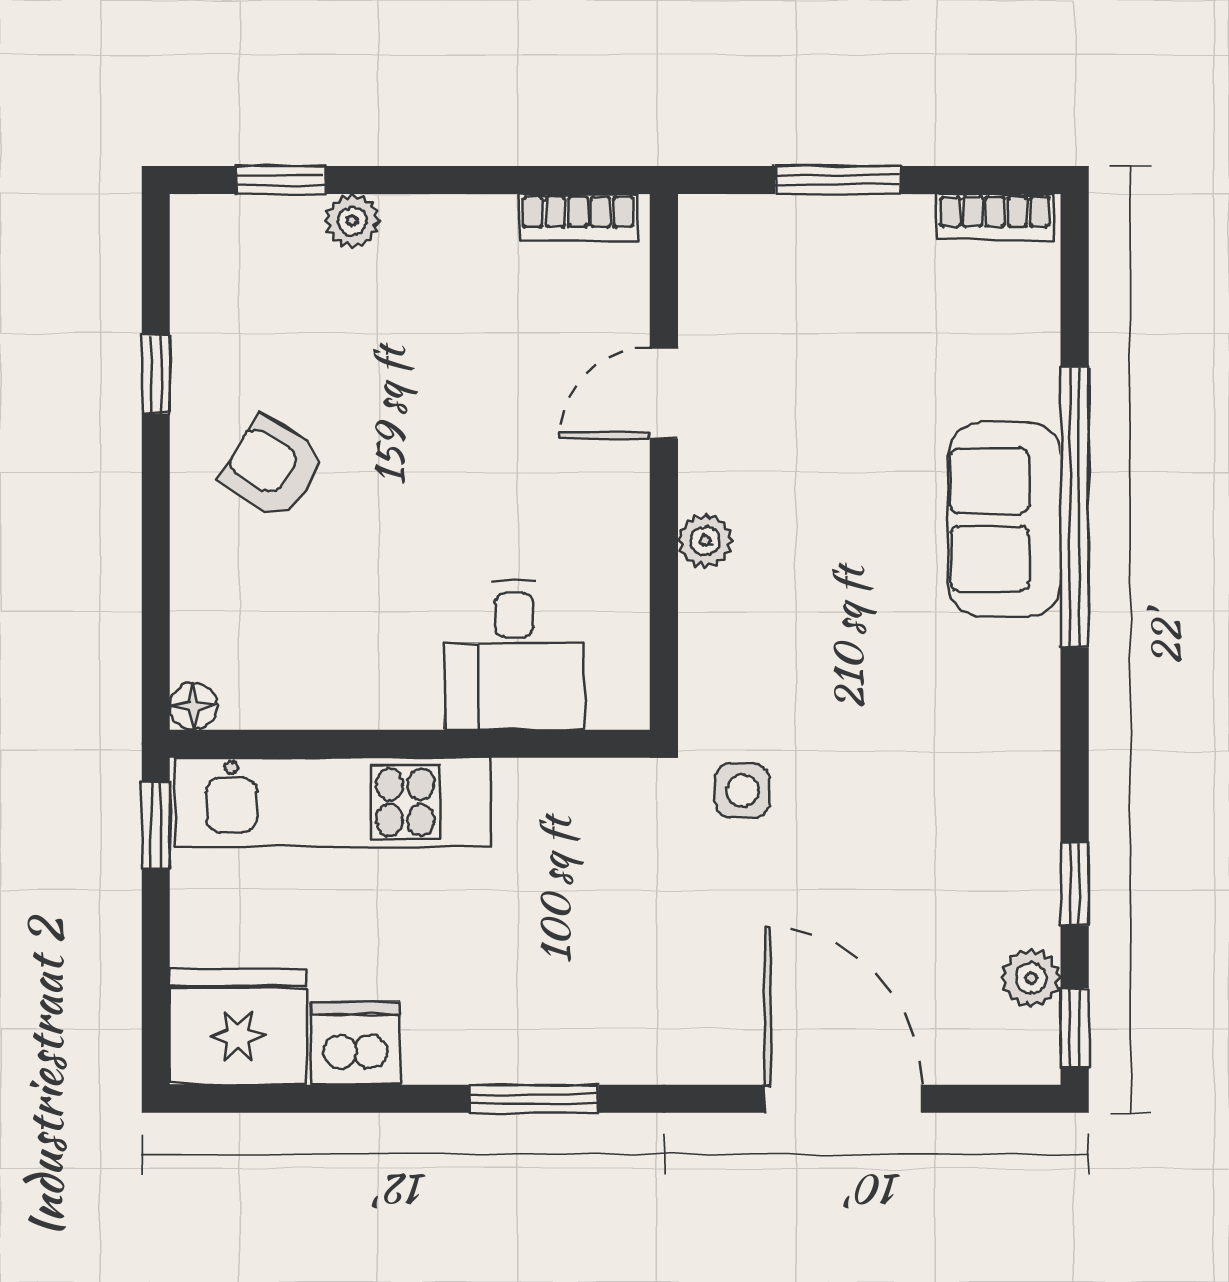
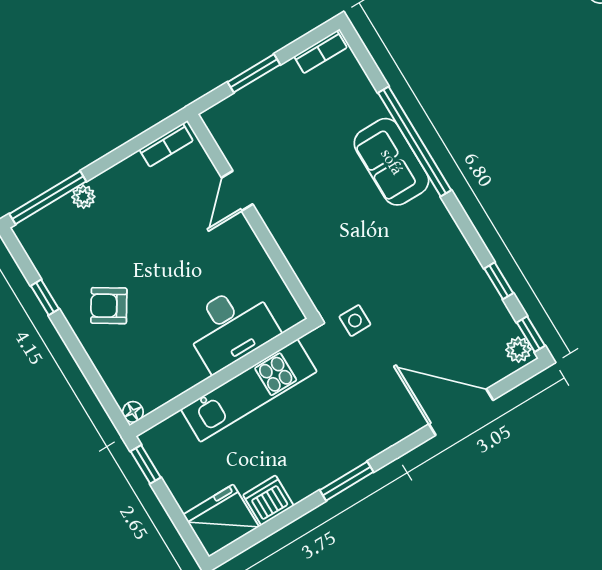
window: (281, 180) -> (48, 198), width x2.17
plant: (705, 541) -> (285, 236), removed
desk: (514, 655) -> (231, 327), width x1.37
kitchen unit: (333, 802) -> (249, 390), moved
plant: (1031, 978) -> (518, 350), moved

